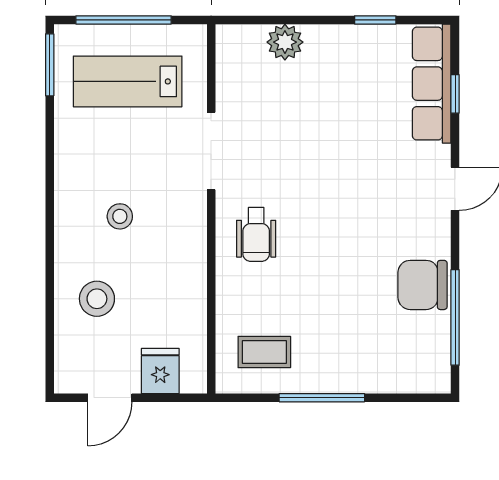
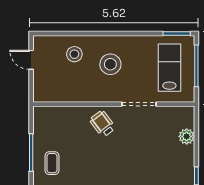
stool: (120, 216) -> (110, 64), width x1.89, depth x1.89
wheelchair: (256, 234) -> (103, 124), turned 53
coffee table: (264, 352) -> (52, 163), moved
fridge: (160, 371) -> (43, 82), removed

